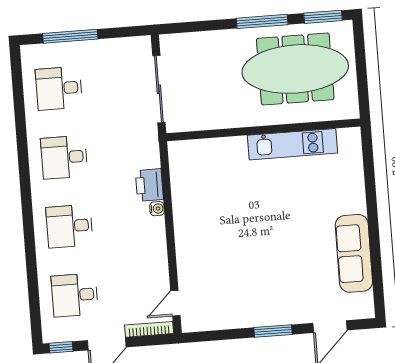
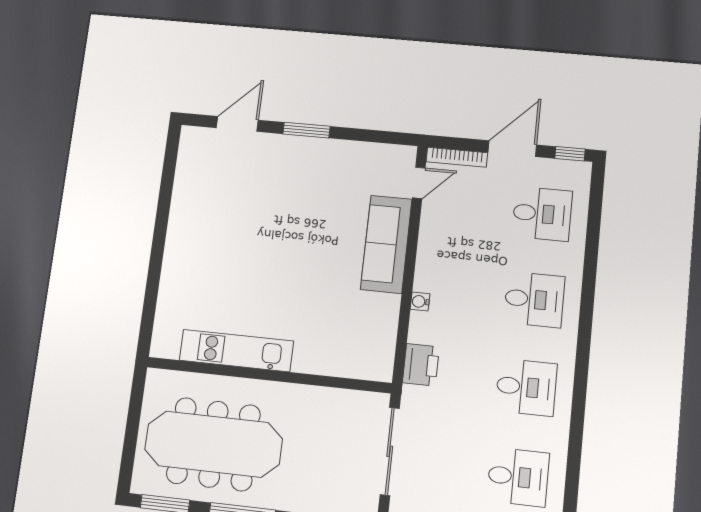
printer: (149, 185) -> (421, 365), moved
sofa: (354, 253) -> (386, 244), moved, turned 180

